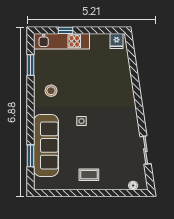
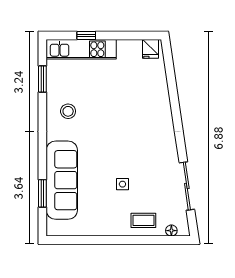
side table: (81, 121) -> (122, 184), moved
sliding door: (145, 150) -> (187, 186), width x1.37
coffee table: (89, 175) -> (143, 220), moved

